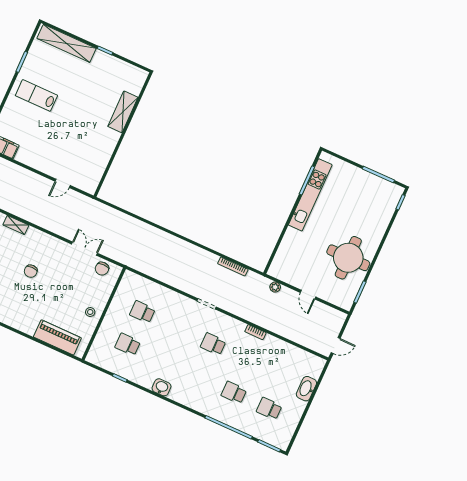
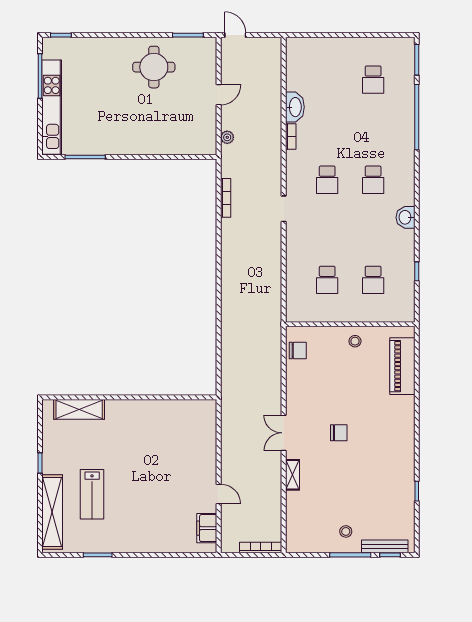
lab bench: (36, 95) -> (92, 494), moved
shelving: (123, 112) -> (79, 409), moved
door: (63, 183) -> (219, 494), moved
kitchen unit: (310, 195) -> (52, 107), moved, turned 90
double door: (85, 249) -> (284, 433), moved
round table: (348, 258) -> (154, 67), width x0.73, depth x0.73
door: (336, 346) -> (235, 35), moved
washbasin: (306, 389) -> (295, 107), moved, turned -90
school desk: (234, 393) -> (373, 180), moved

